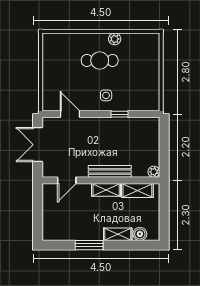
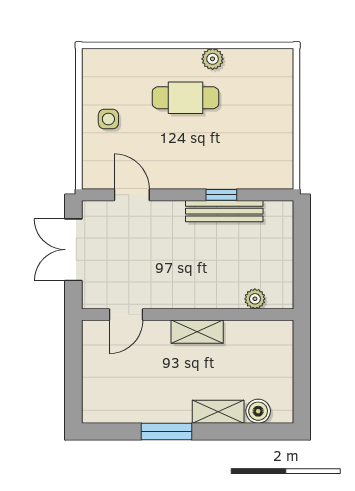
side table: (106, 95) -> (108, 119), moved
bench: (110, 171) -> (224, 211), moved
plant: (154, 172) -> (255, 299), moved
shelving: (137, 191) -> (254, 333), removed

